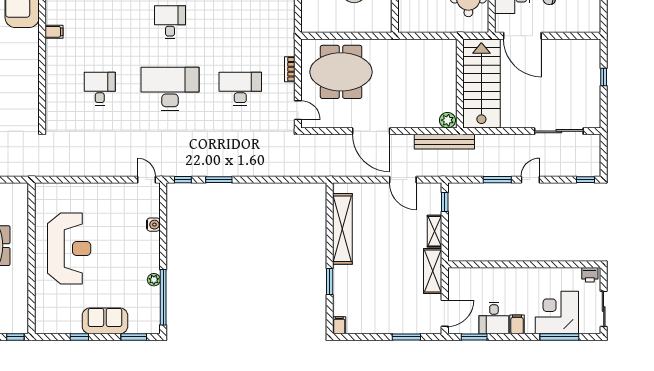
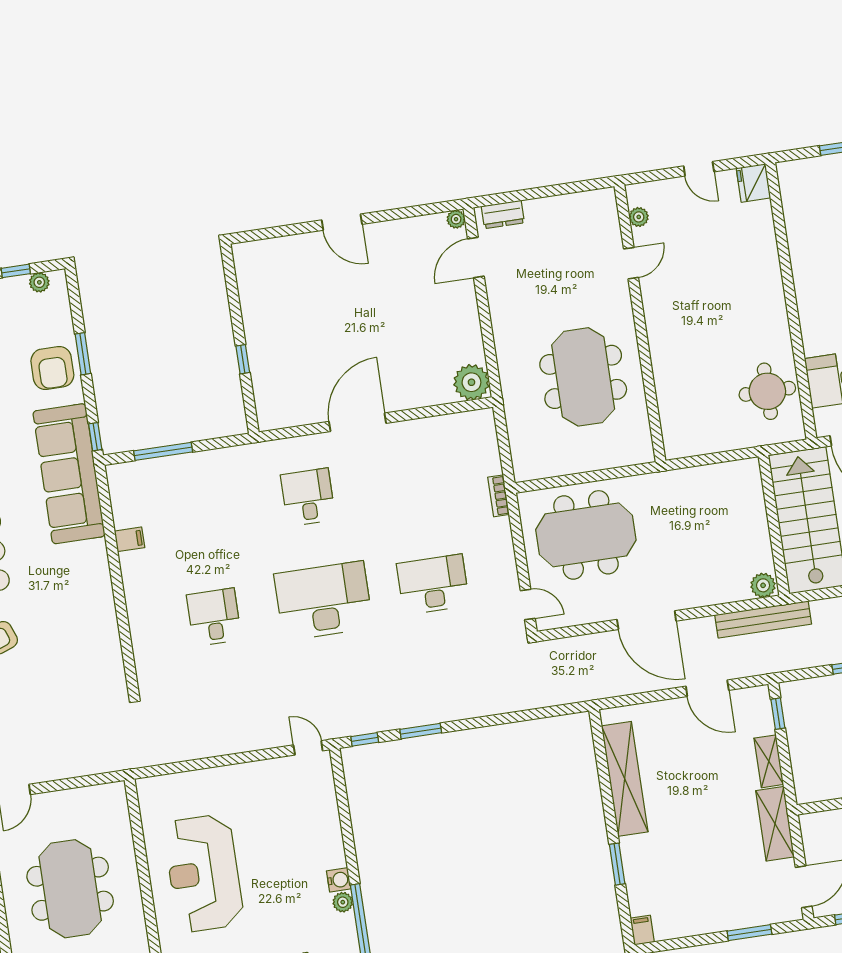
bookcase: (290, 69) -> (499, 496), moved
water cooler: (153, 225) -> (339, 880), moved
reception desk: (69, 248) -> (204, 873), turned 180

